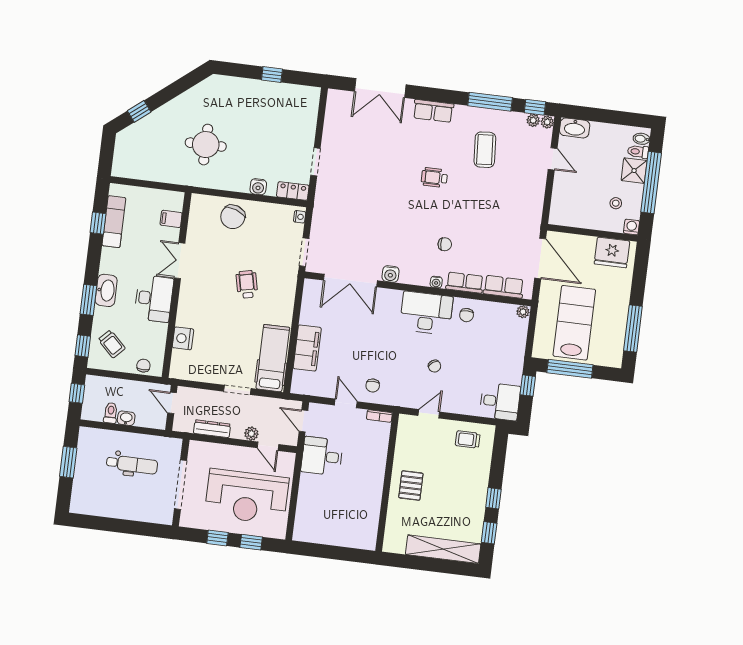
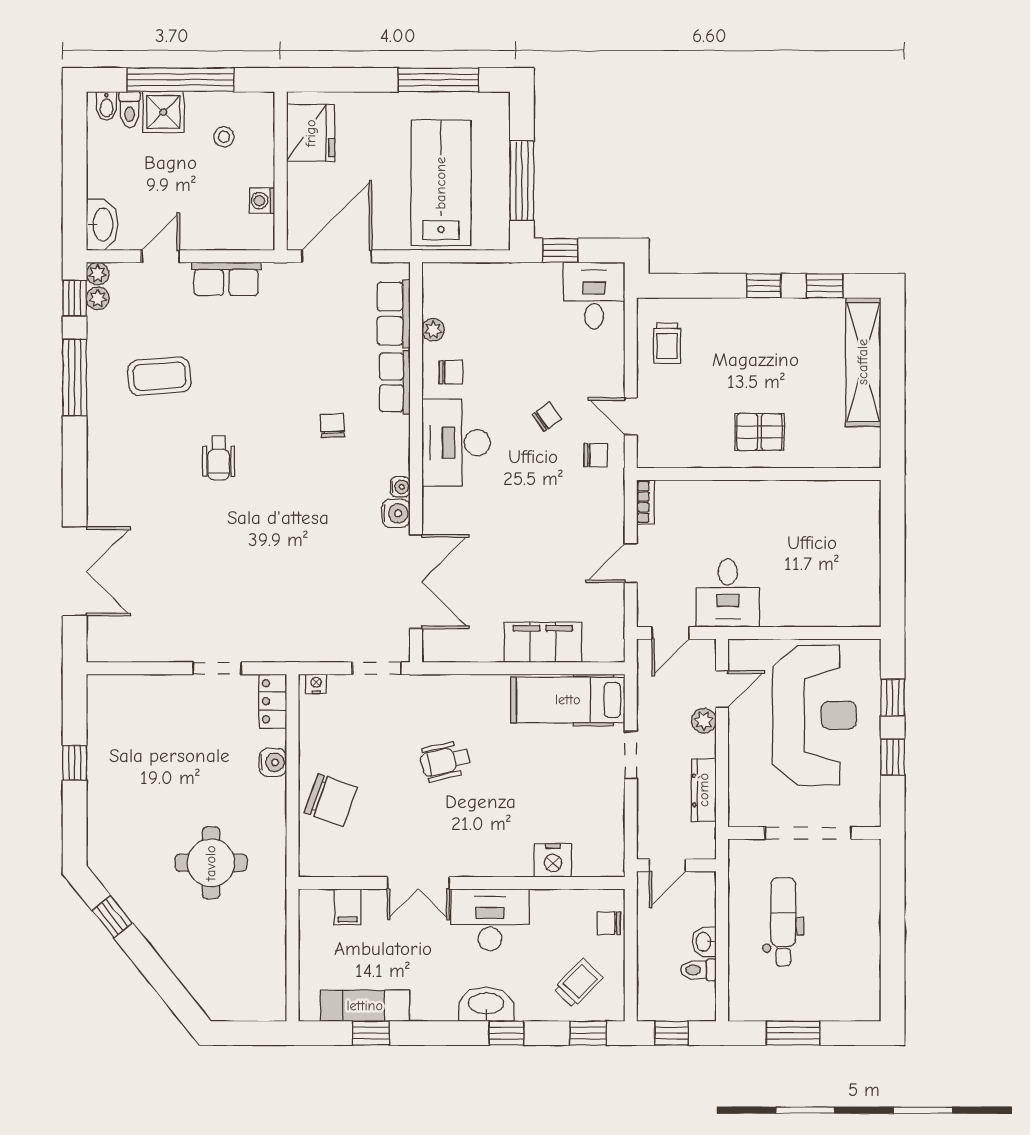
window: (139, 111) -> (112, 917), moved
row of seats: (433, 111) -> (226, 279), moved, turned 90
washing machine: (632, 227) -> (262, 201), moved
water cooler: (436, 282) -> (400, 487), moved
window: (88, 300) -> (506, 1033), width x0.67
plant: (523, 312) -> (433, 330), moved
lab bench: (574, 323) -> (441, 183), turned 90
chair: (373, 386) -> (596, 455), moved

